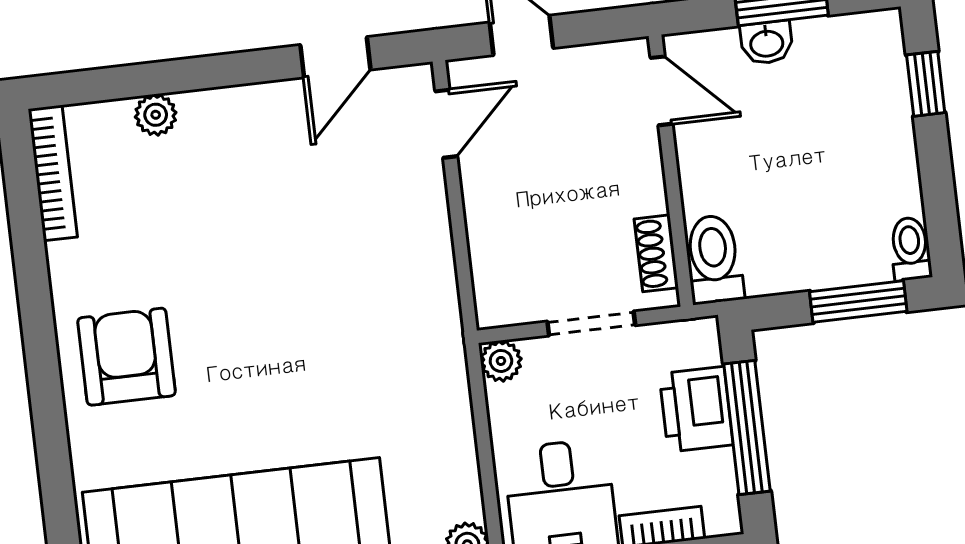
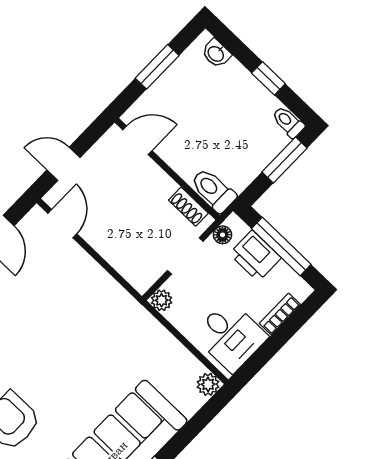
washbasin: (767, 43) -> (216, 53), moved, turned 90
window: (926, 84) -> (268, 78), moved
floor lamp: (673, 338) -> (223, 235), added

